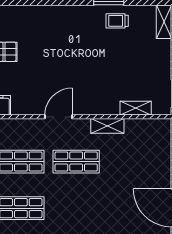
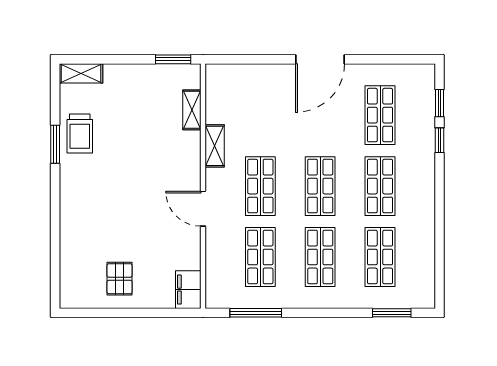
trolley: (117, 21) -> (80, 134), width x1.36, depth x1.39
shop shelf: (76, 208) -> (320, 186), added

